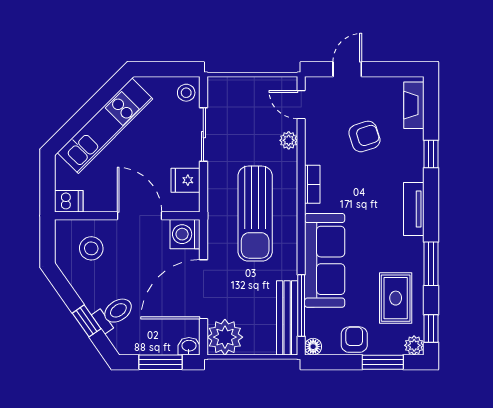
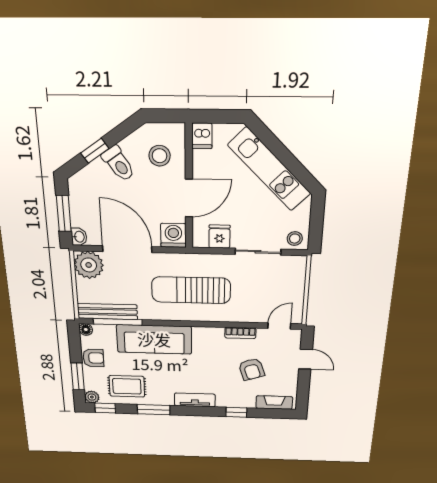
plant: (289, 140) -> (251, 316), removed
bookcase: (312, 184) -> (240, 333), moved
toilet: (114, 313) -> (119, 164), moved

